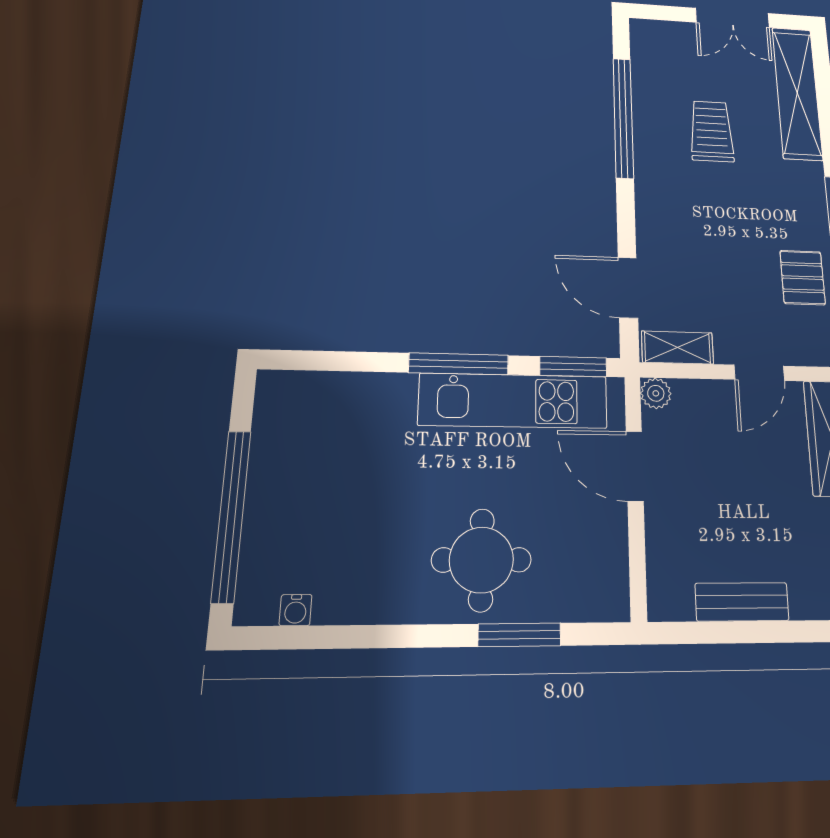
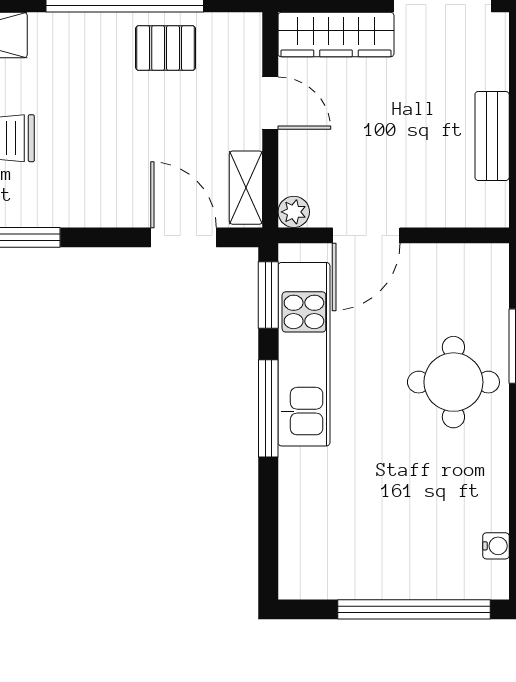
door: (628, 288) -> (184, 237), swing flipped

